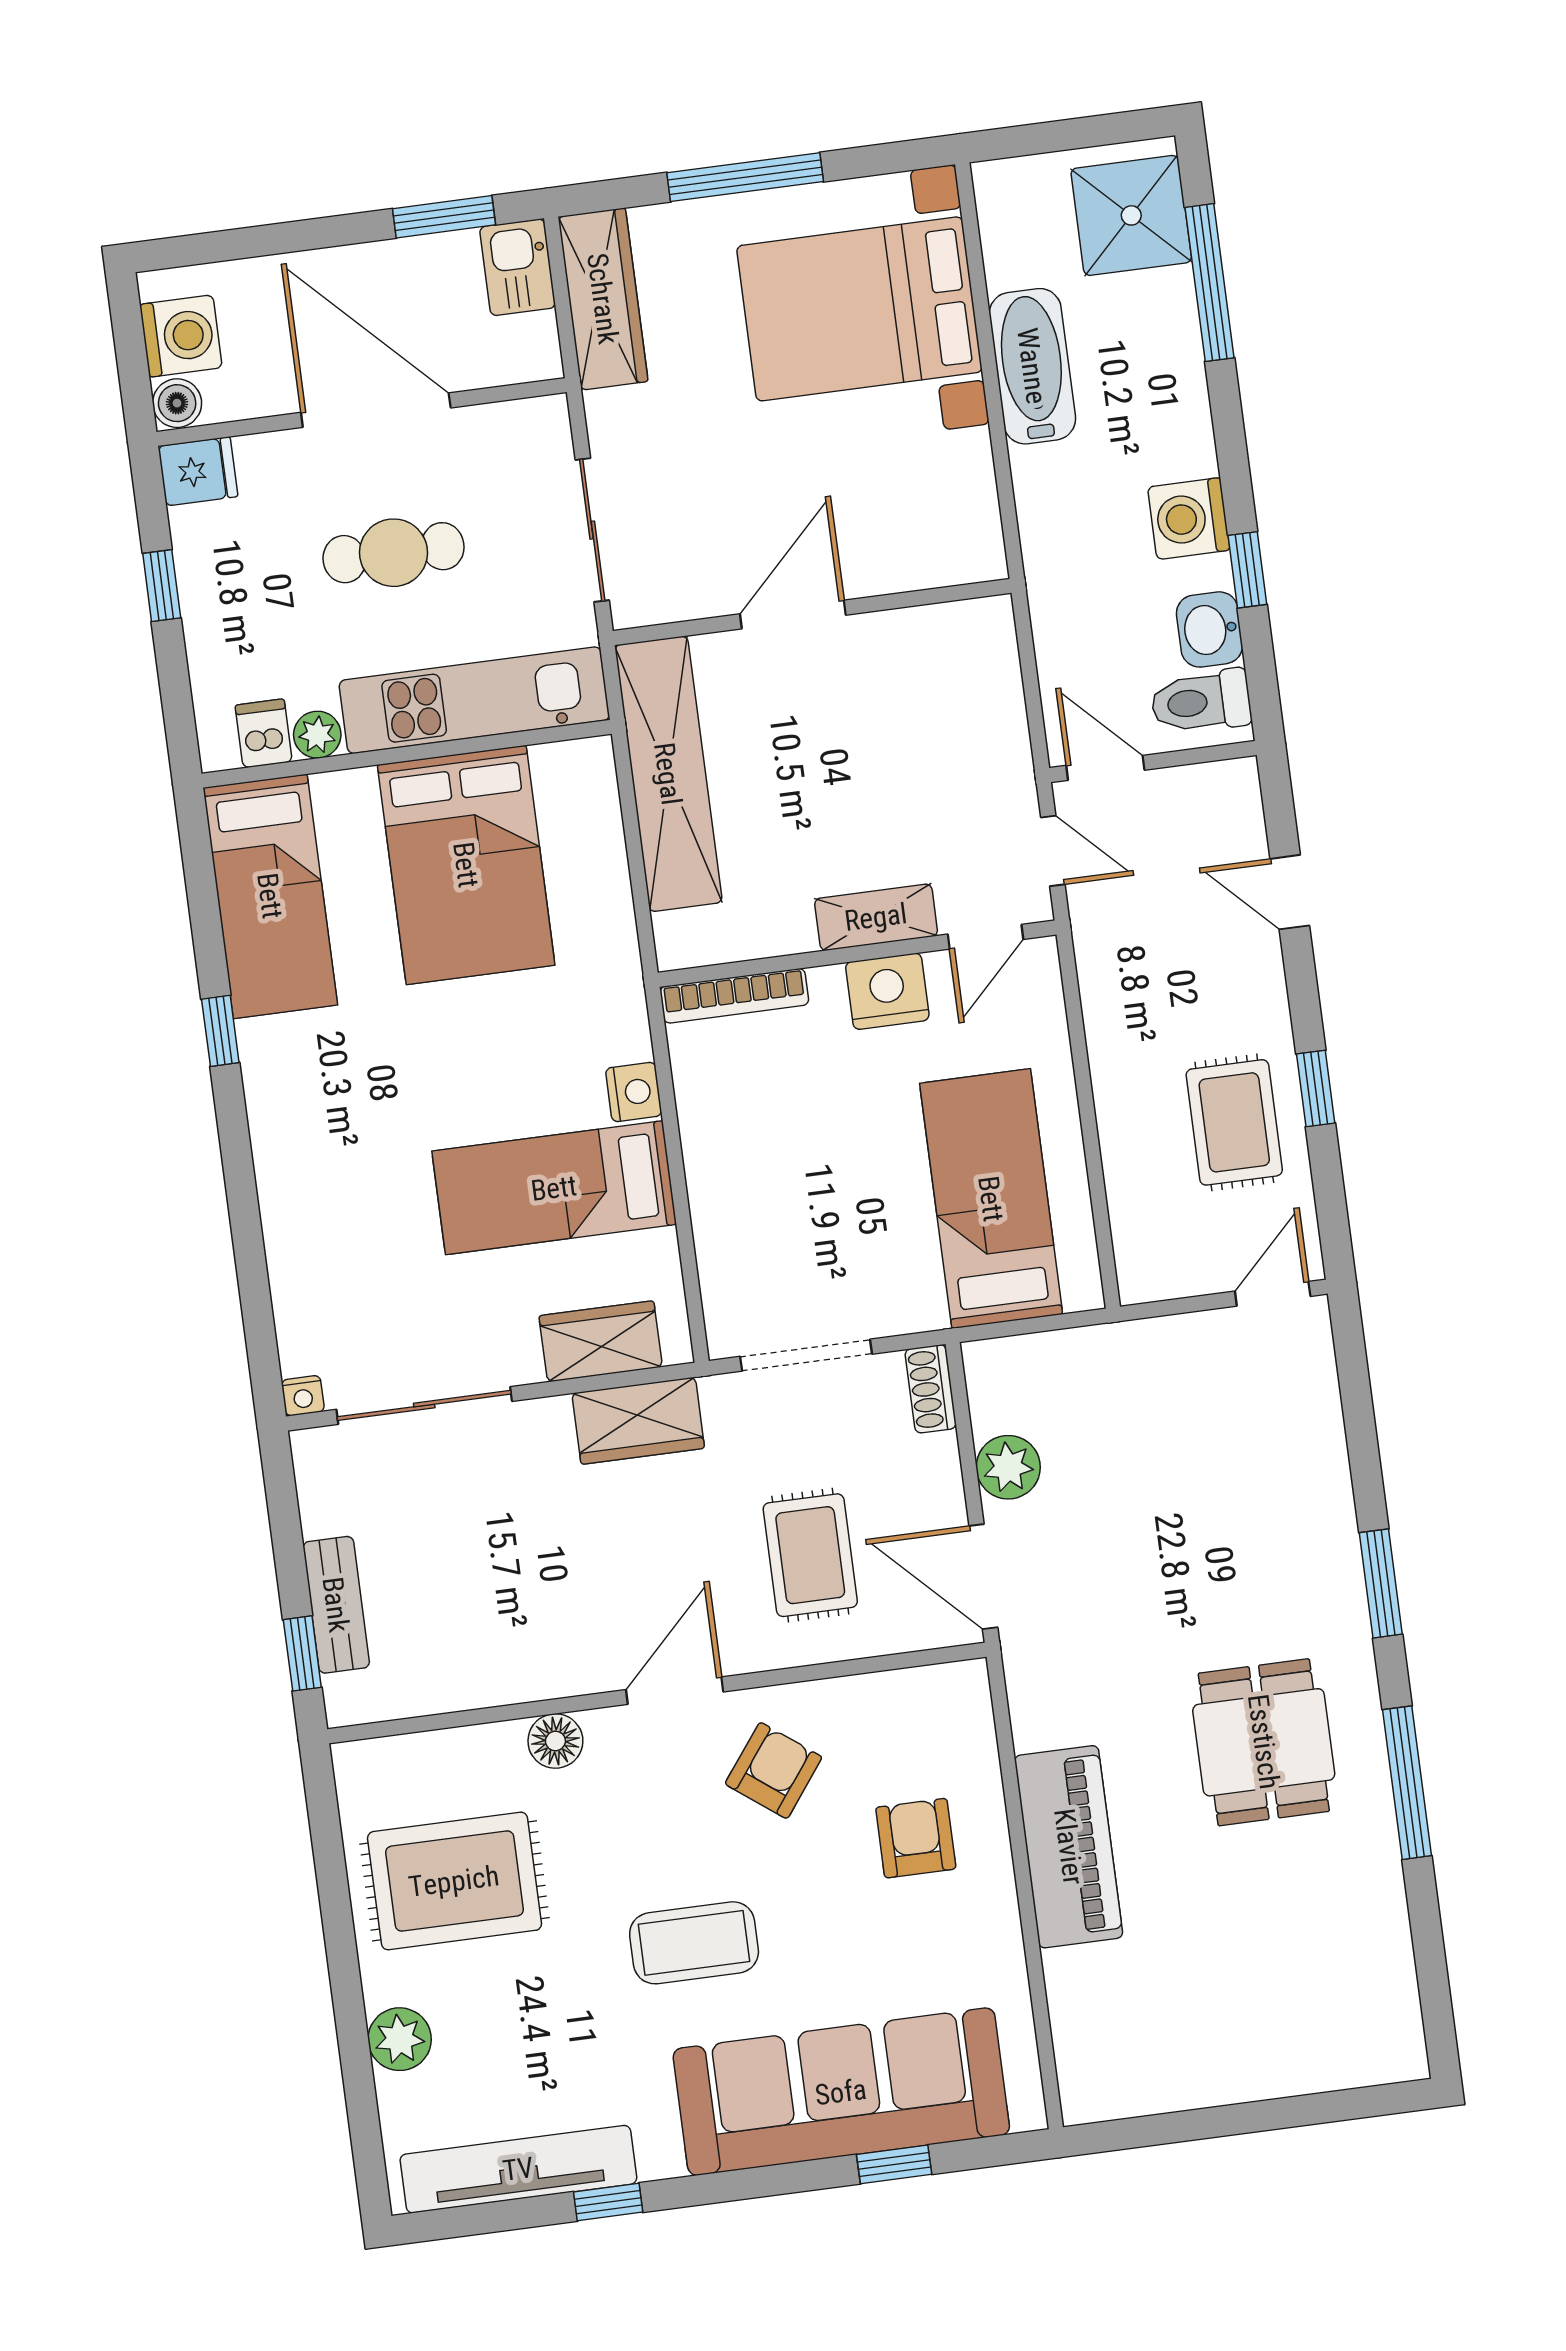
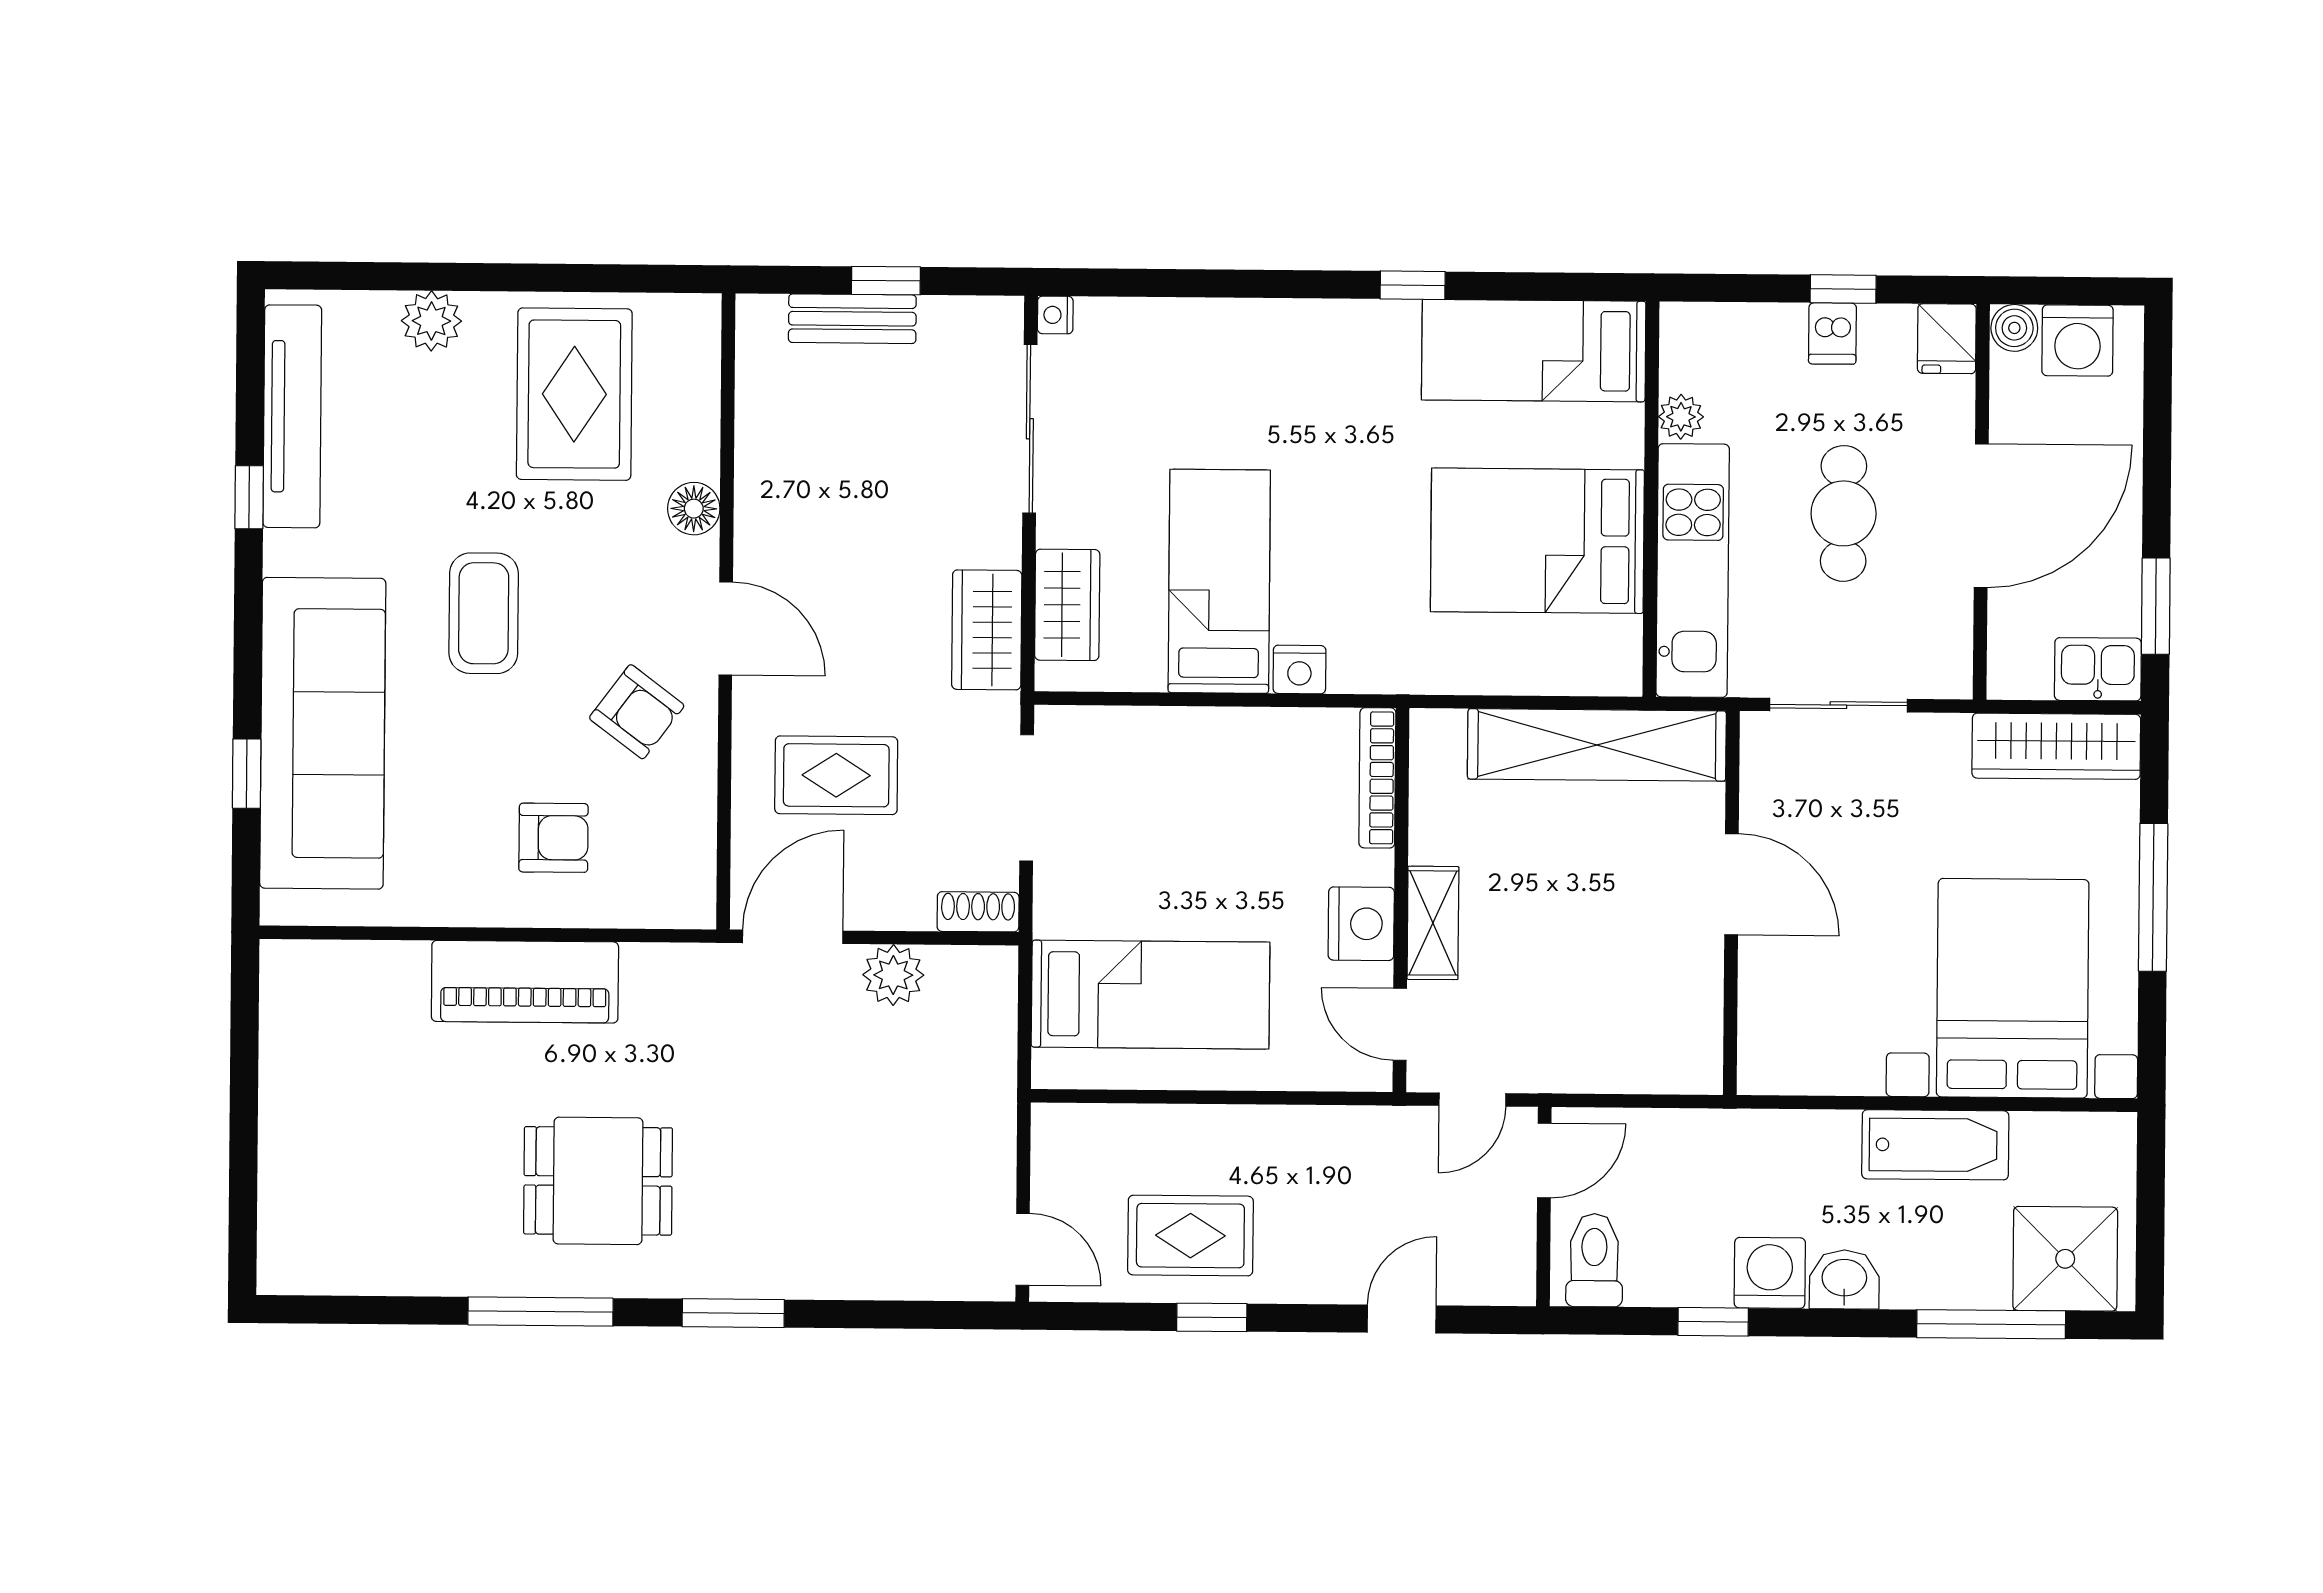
washbasin: (1209, 629) -> (1844, 1279), moved
dishwasher: (264, 733) -> (1832, 333), moved, turned 90
window: (302, 1653) -> (886, 281), moved

